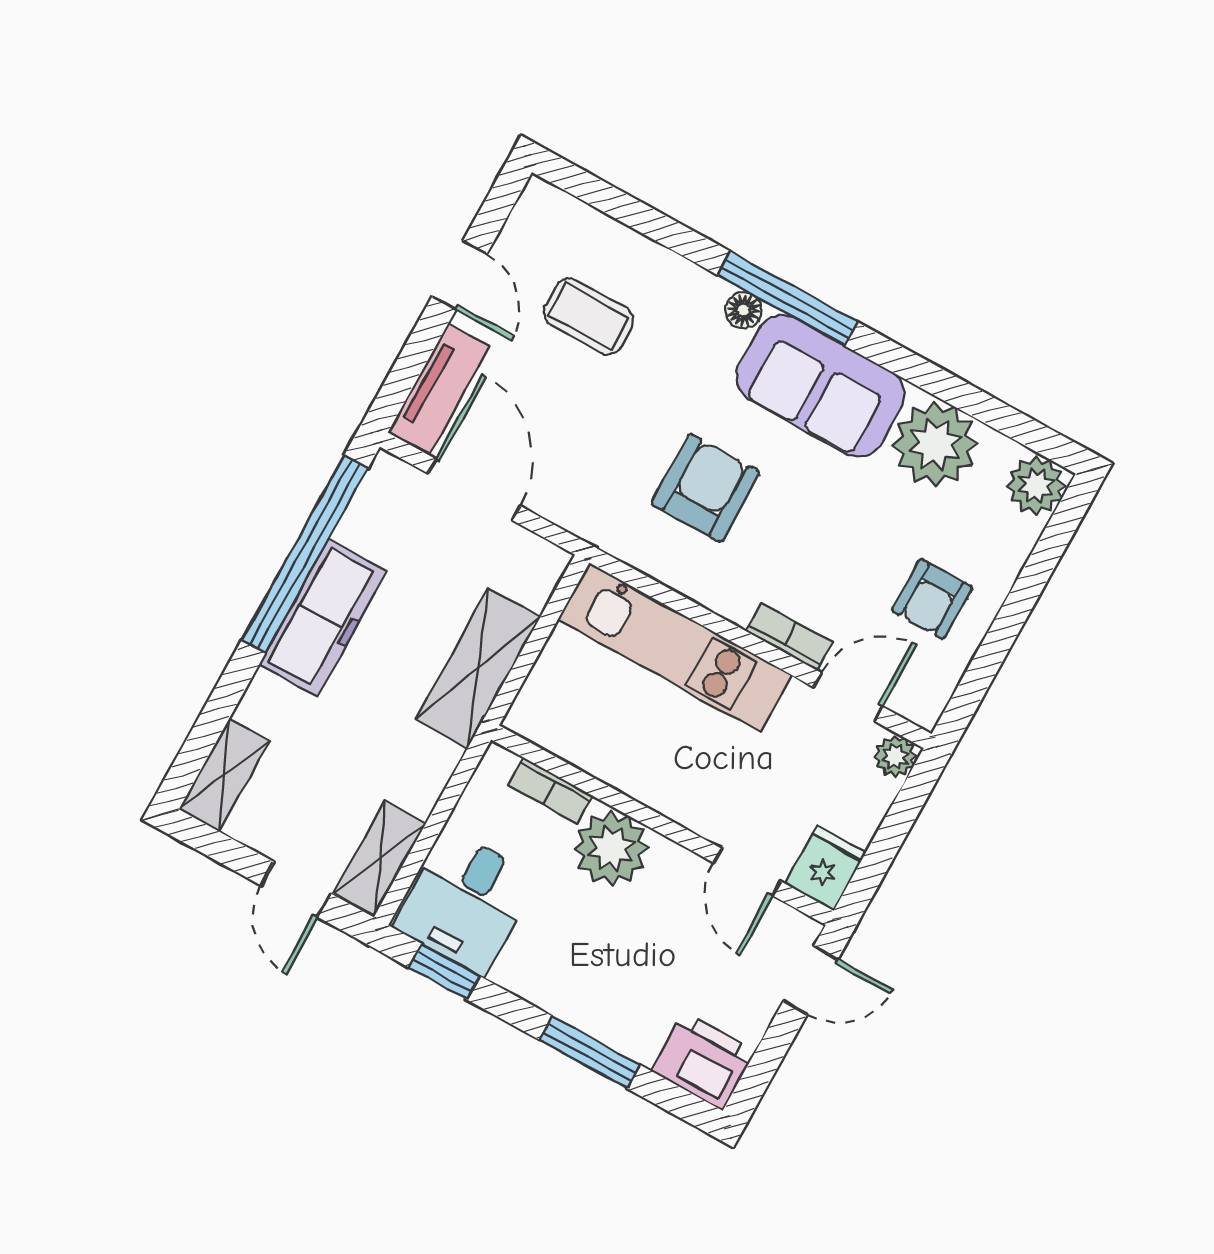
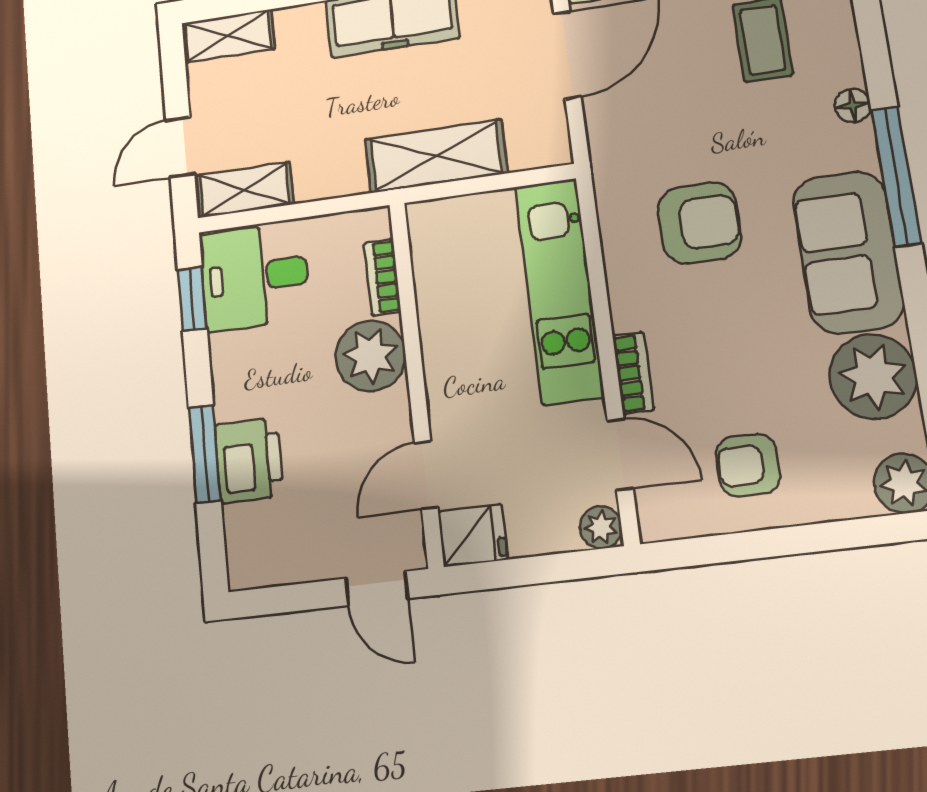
floor lamp: (744, 310) -> (853, 105), moved
printer: (703, 1061) -> (249, 460), moved

